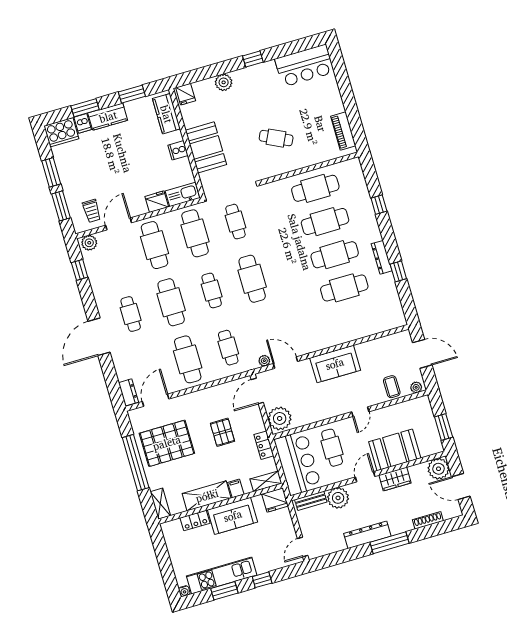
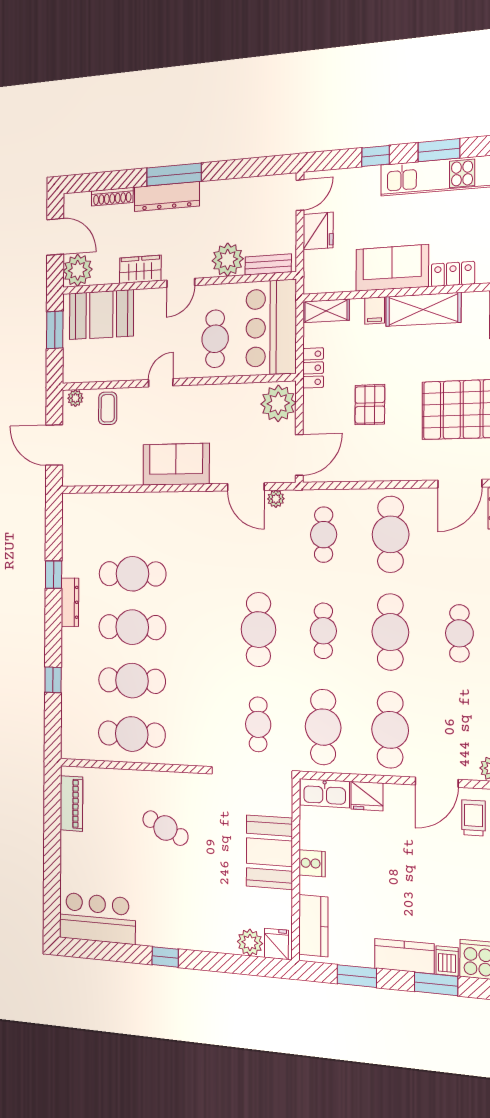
plant: (224, 82) -> (250, 942), moved
booth: (395, 450) -> (101, 315), moved
fridge: (275, 500) -> (318, 231), moved, turned 90
dresser: (367, 535) -> (167, 197), moved

